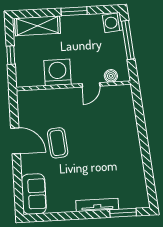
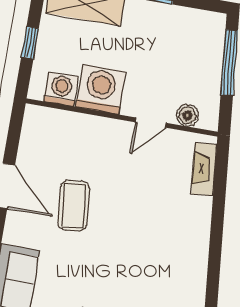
washing machine: (112, 23) -> (61, 89), moved, turned 96
fireplace: (128, 104) -> (204, 169), added

